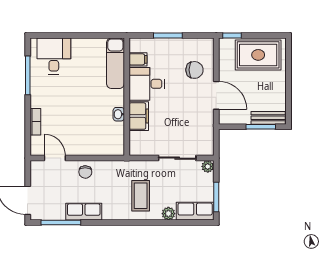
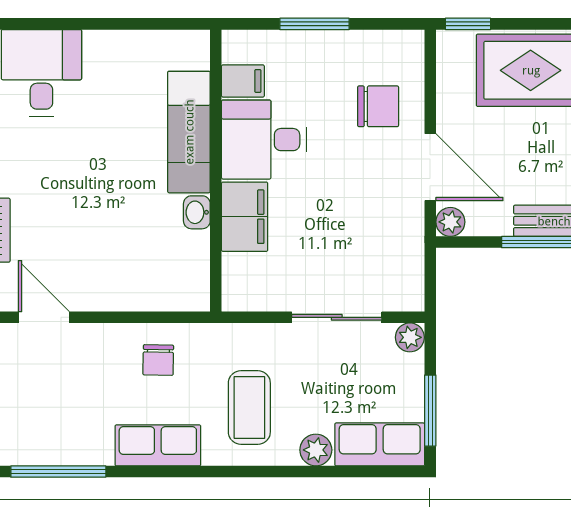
exam couch: (115, 63) -> (189, 132), moved
plant: (225, 118) -> (450, 222), added
chair: (85, 172) -> (158, 360), moved
row of seats: (84, 212) -> (158, 445), moved

